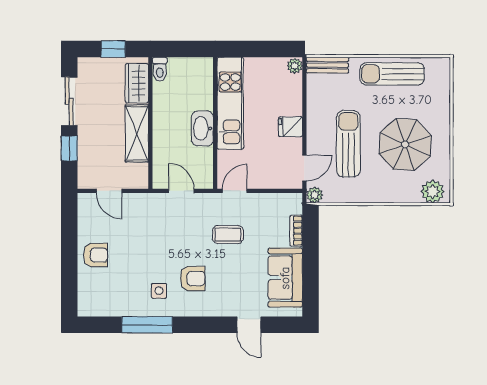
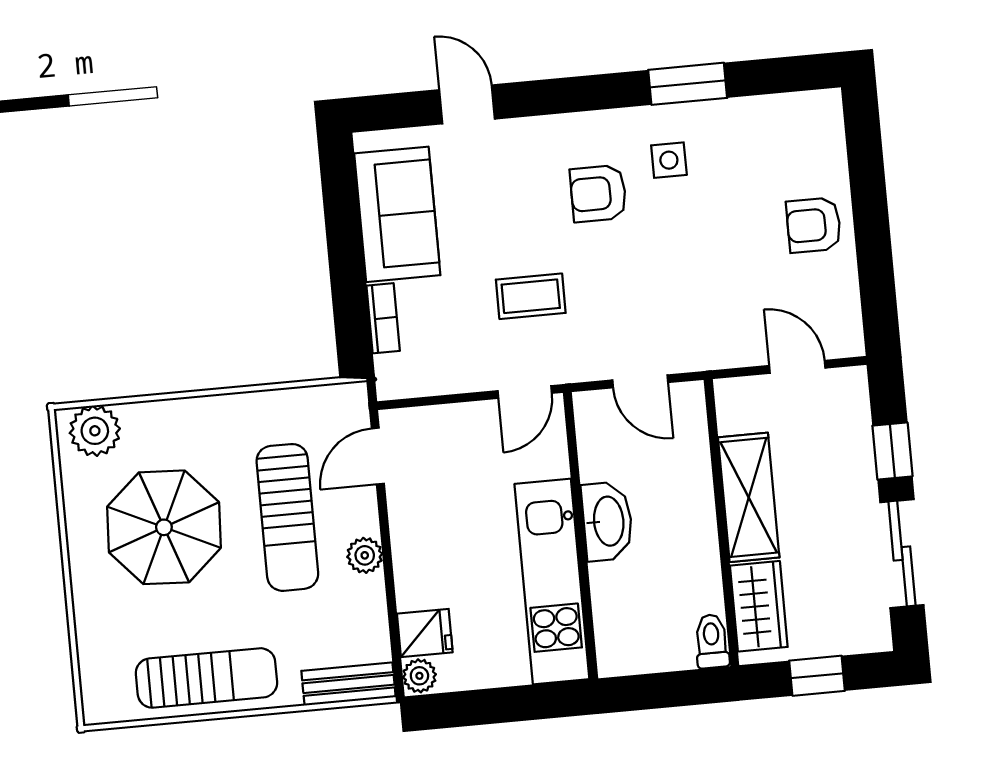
fridge: (290, 127) -> (425, 633), moved
plant: (315, 195) -> (365, 555), moved
window: (147, 325) -> (688, 84), width x0.69

